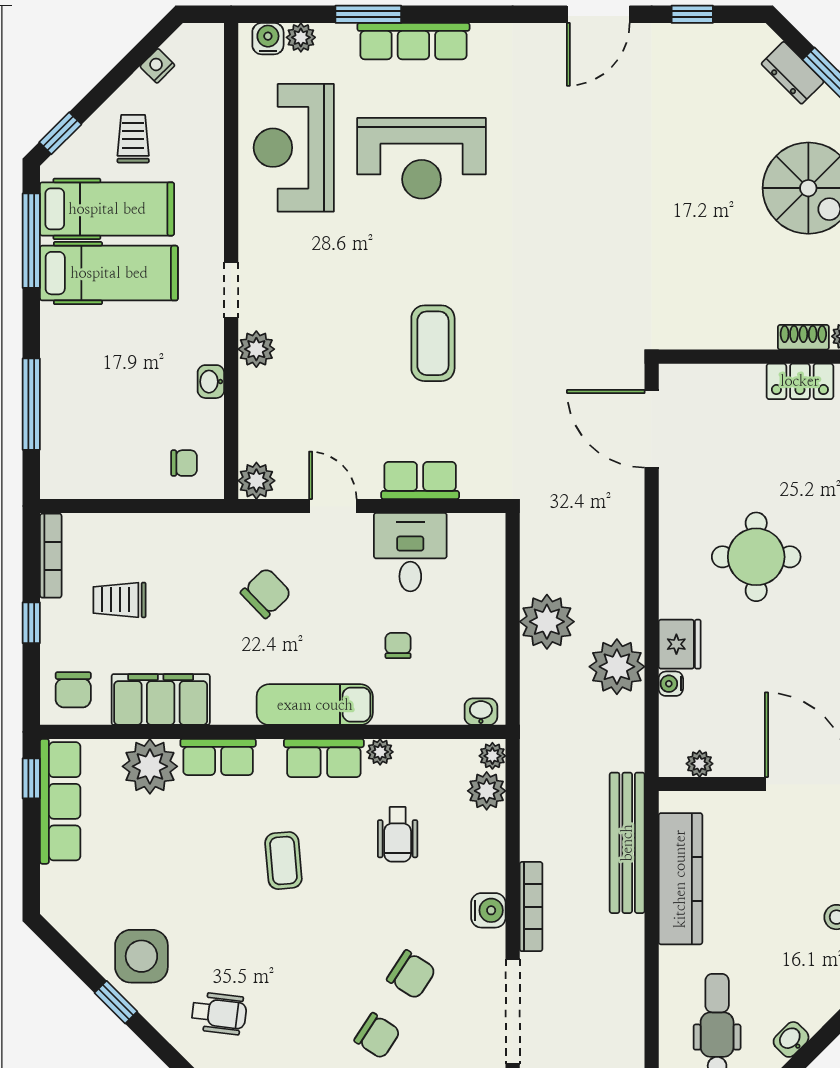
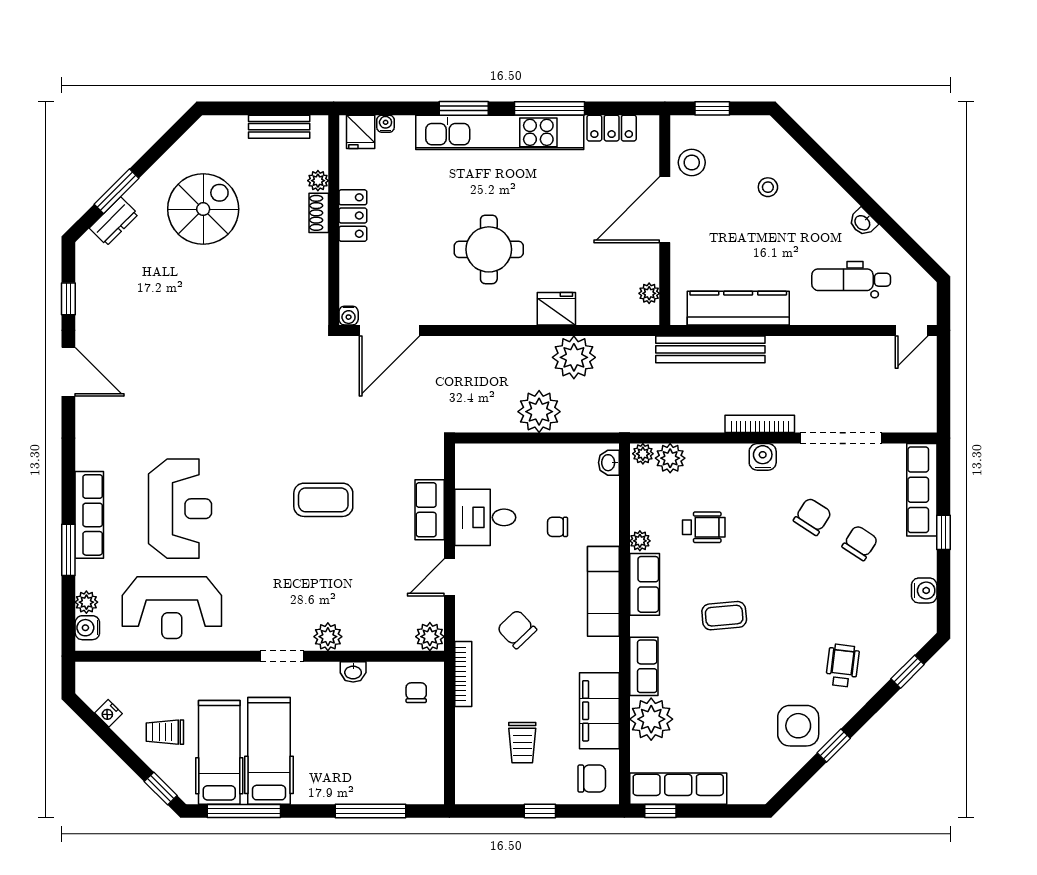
bookcase: (51, 556) -> (463, 674), moved, turned 90
water cooler: (671, 684) -> (349, 316), moved

